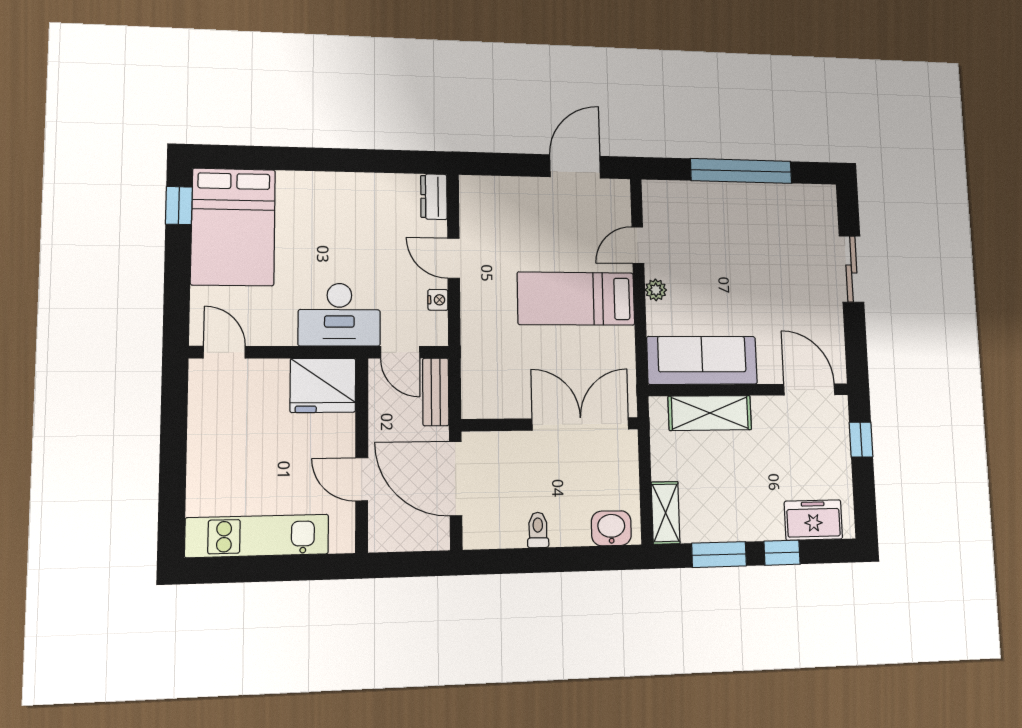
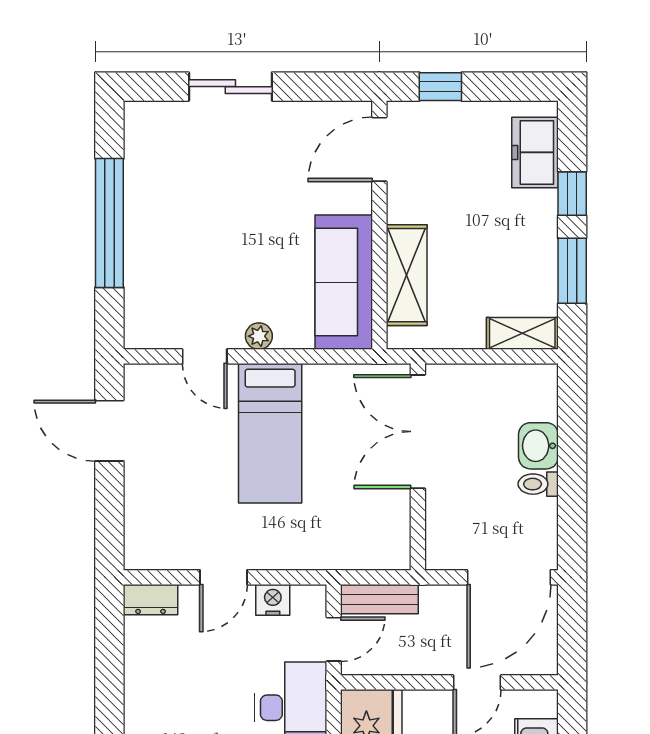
nightstand: (438, 300) -> (273, 600), width x1.39, depth x1.35
door: (456, 478) -> (509, 577), moved
washbasin: (611, 528) -> (538, 446), moved

